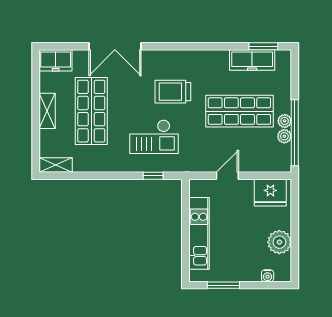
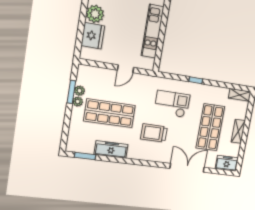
freezer: (252, 60) -> (111, 149), moved
trolley: (173, 92) -> (154, 133), turned 180
window: (295, 133) -> (71, 92), width x0.47
window: (153, 176) -> (196, 80), moved
fridge: (270, 193) -> (93, 36), moved, turned 90

